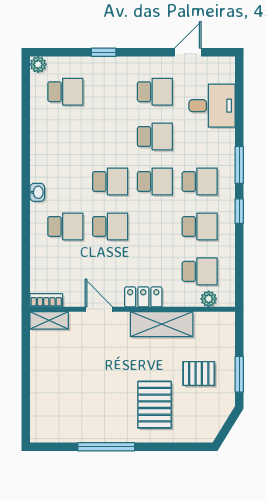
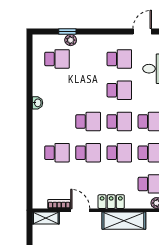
window: (104, 52) -> (67, 32), moved
plant: (38, 64) -> (71, 40), moved
washbasin: (37, 192) -> (37, 103), moved
school desk: (155, 226) -> (119, 153), added
bookcase: (46, 300) -> (59, 204), moved

